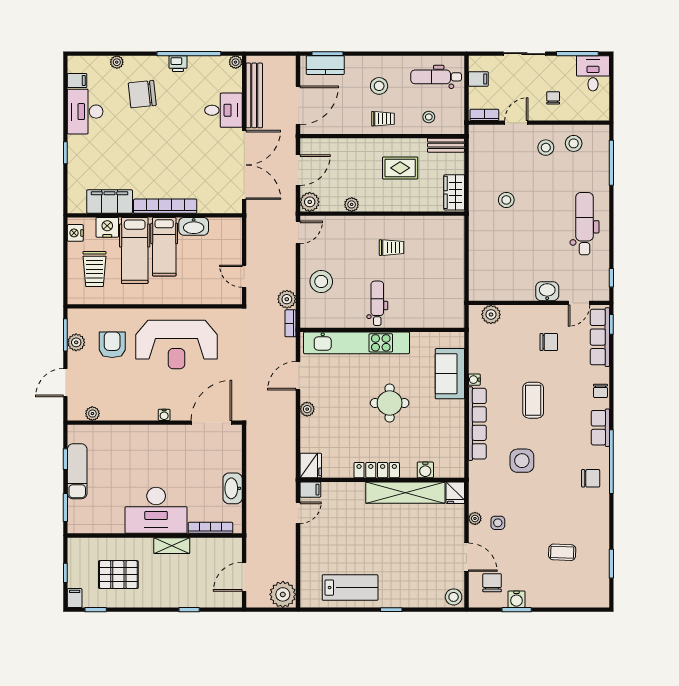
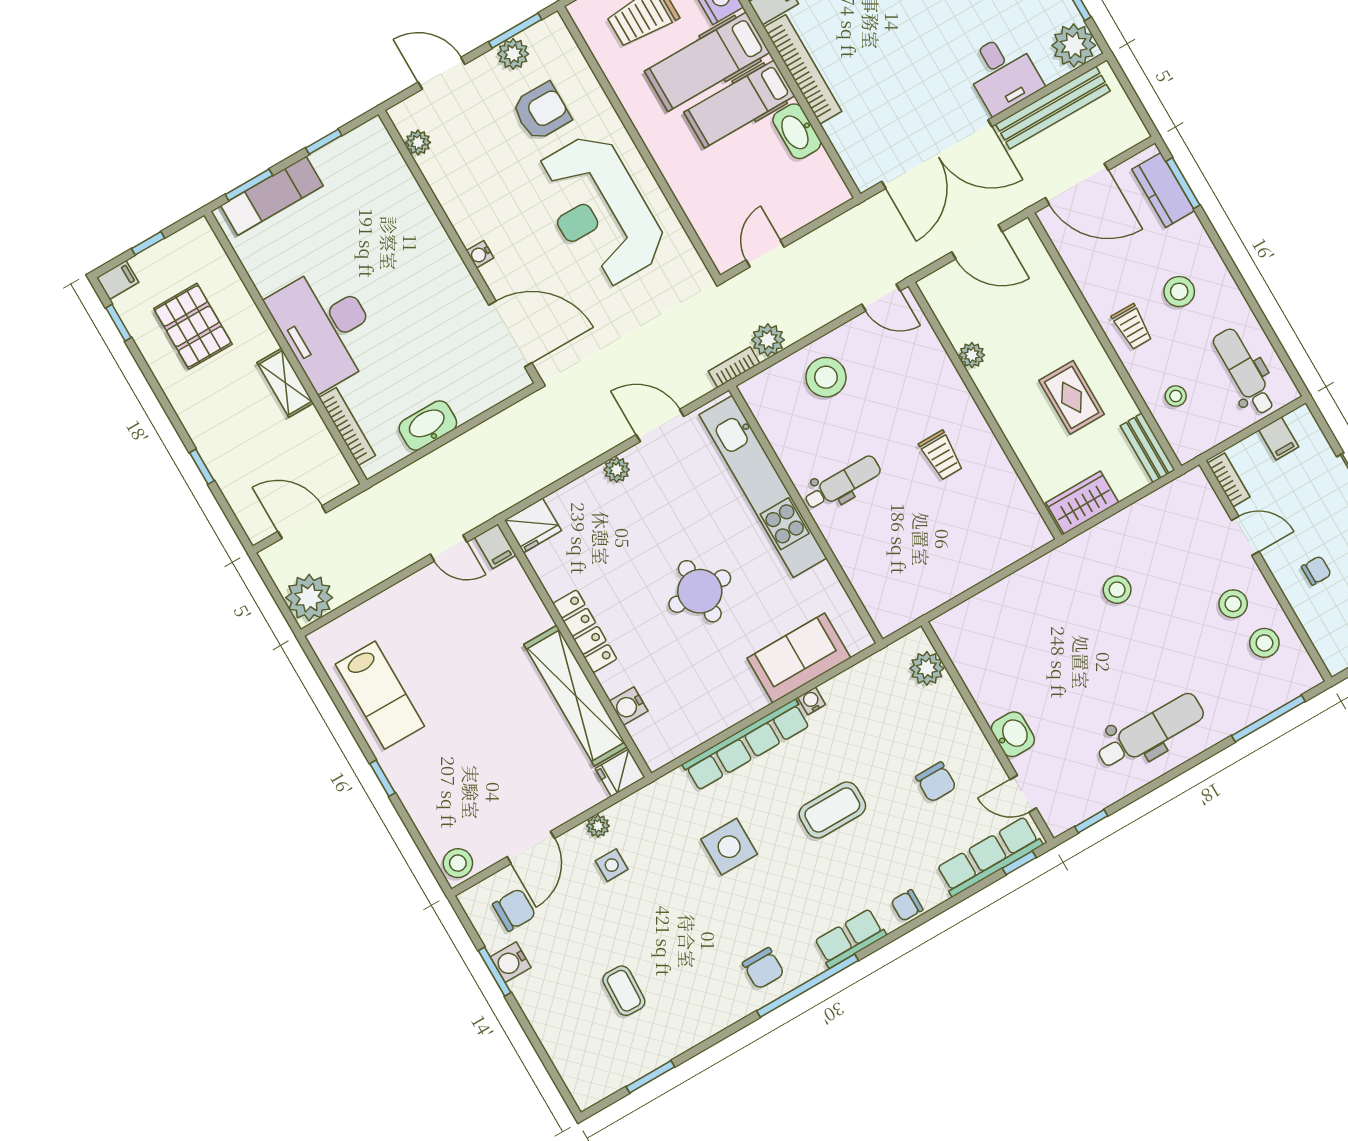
plant: (236, 62) -> (1074, 45), width x1.88, depth x1.88
plant: (310, 202) -> (938, 288), removed
exam couch: (77, 471) -> (272, 196), moved

